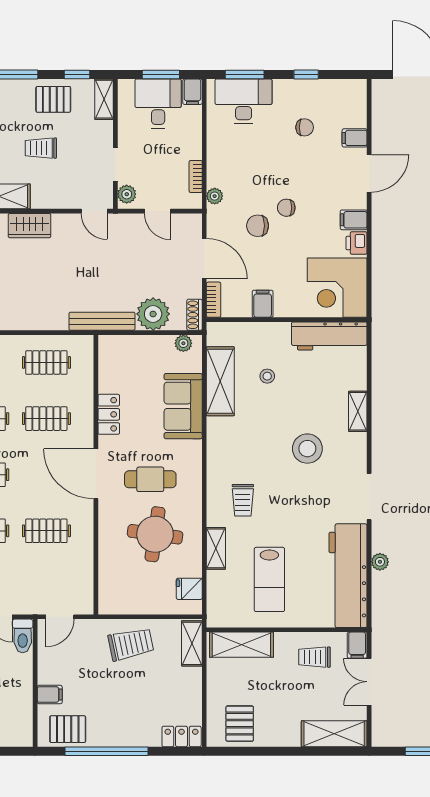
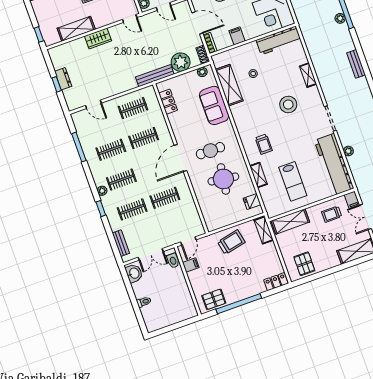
locker: (109, 414) -> (168, 102), moved
door: (96, 474) -> (180, 158), hinge flipped
filing cabinet: (50, 695) -> (191, 265), moved

